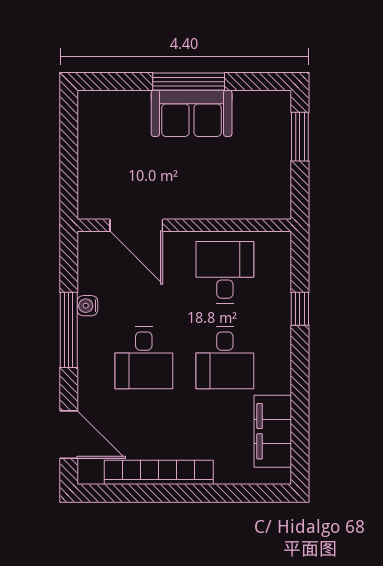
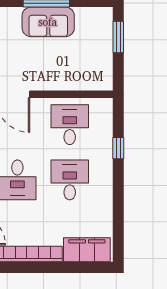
desk: (225, 358) -> (70, 180), turned 180
filing cabinet: (273, 431) -> (87, 250), moved, turned 90

